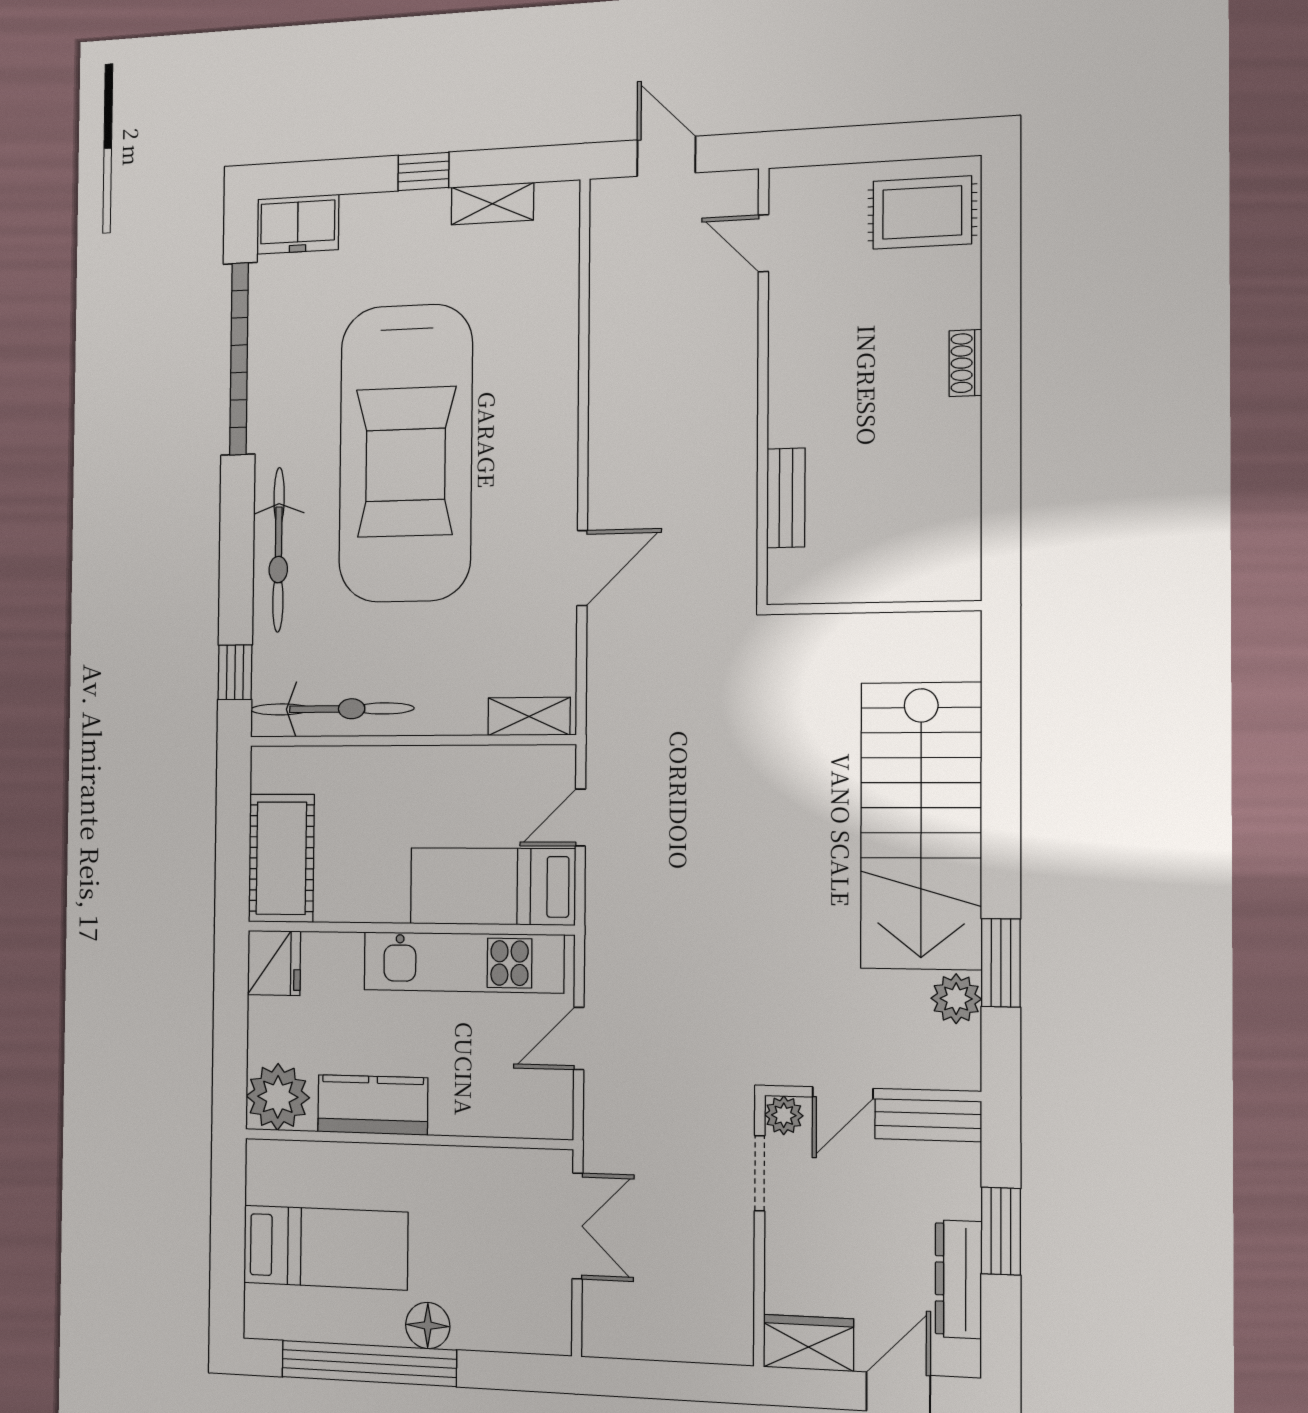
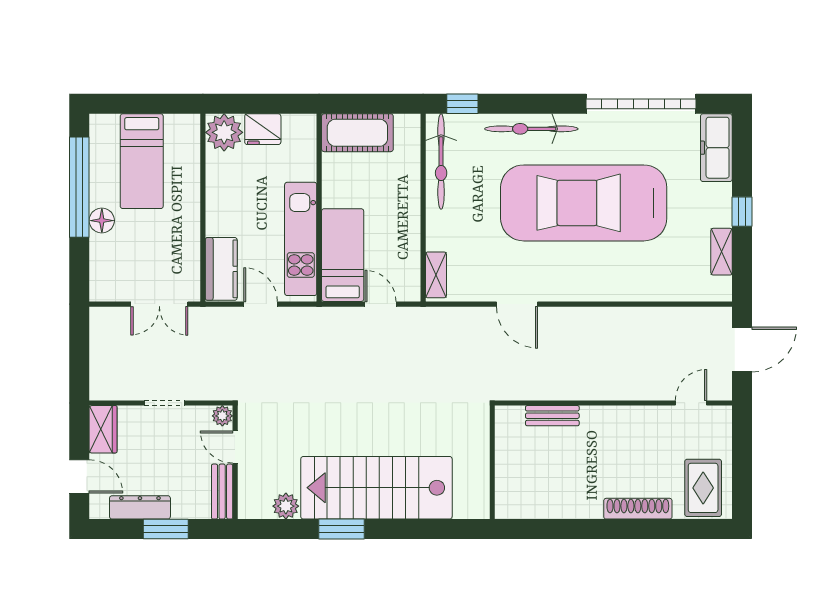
door: (666, 156) -> (742, 349), width x1.38
freezer: (298, 224) -> (716, 148), width x1.40
shoe rack: (966, 363) -> (638, 509), width x1.94, depth x1.24
fridge: (274, 963) -> (263, 129), moved
window: (1001, 963) -> (341, 529), moved
kitchen counter: (373, 1105) -> (221, 269), moved
doorway: (760, 1173) -> (164, 403), moved

